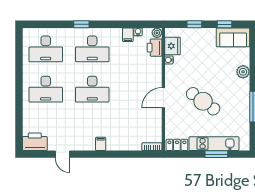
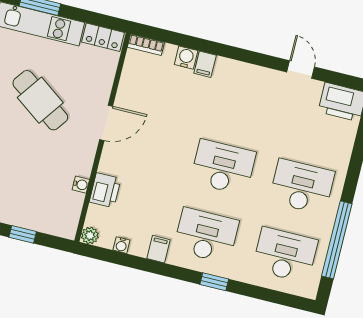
filing cabinet: (128, 35) -> (159, 249), moved
fridge: (172, 46) -> (69, 207), removed
printer: (155, 48) -> (105, 190), moved
window: (19, 64) -> (337, 240), added
filing cabinet: (101, 144) -> (205, 64), moved
water cooler: (128, 145) -> (186, 58), added

